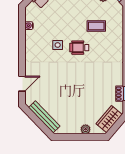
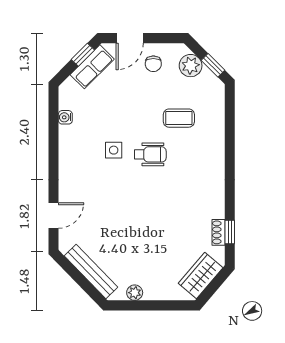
wheelchair: (79, 48) -> (150, 154), turned 180
plant: (86, 129) -> (135, 293), moved

